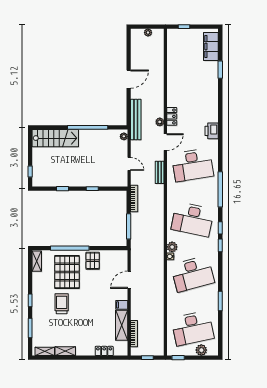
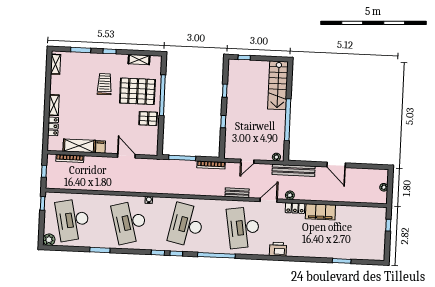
filing cabinet: (211, 46) -> (320, 212), moved, turned 180
door: (165, 142) -> (269, 200), swing flipped
plant: (172, 247) -> (159, 202), removed
shelving: (37, 261) -> (139, 60), moved
trolley: (62, 304) -> (105, 84), turned -90
plant: (201, 350) -> (49, 240), moved
shelving: (65, 351) -> (54, 105), moved

